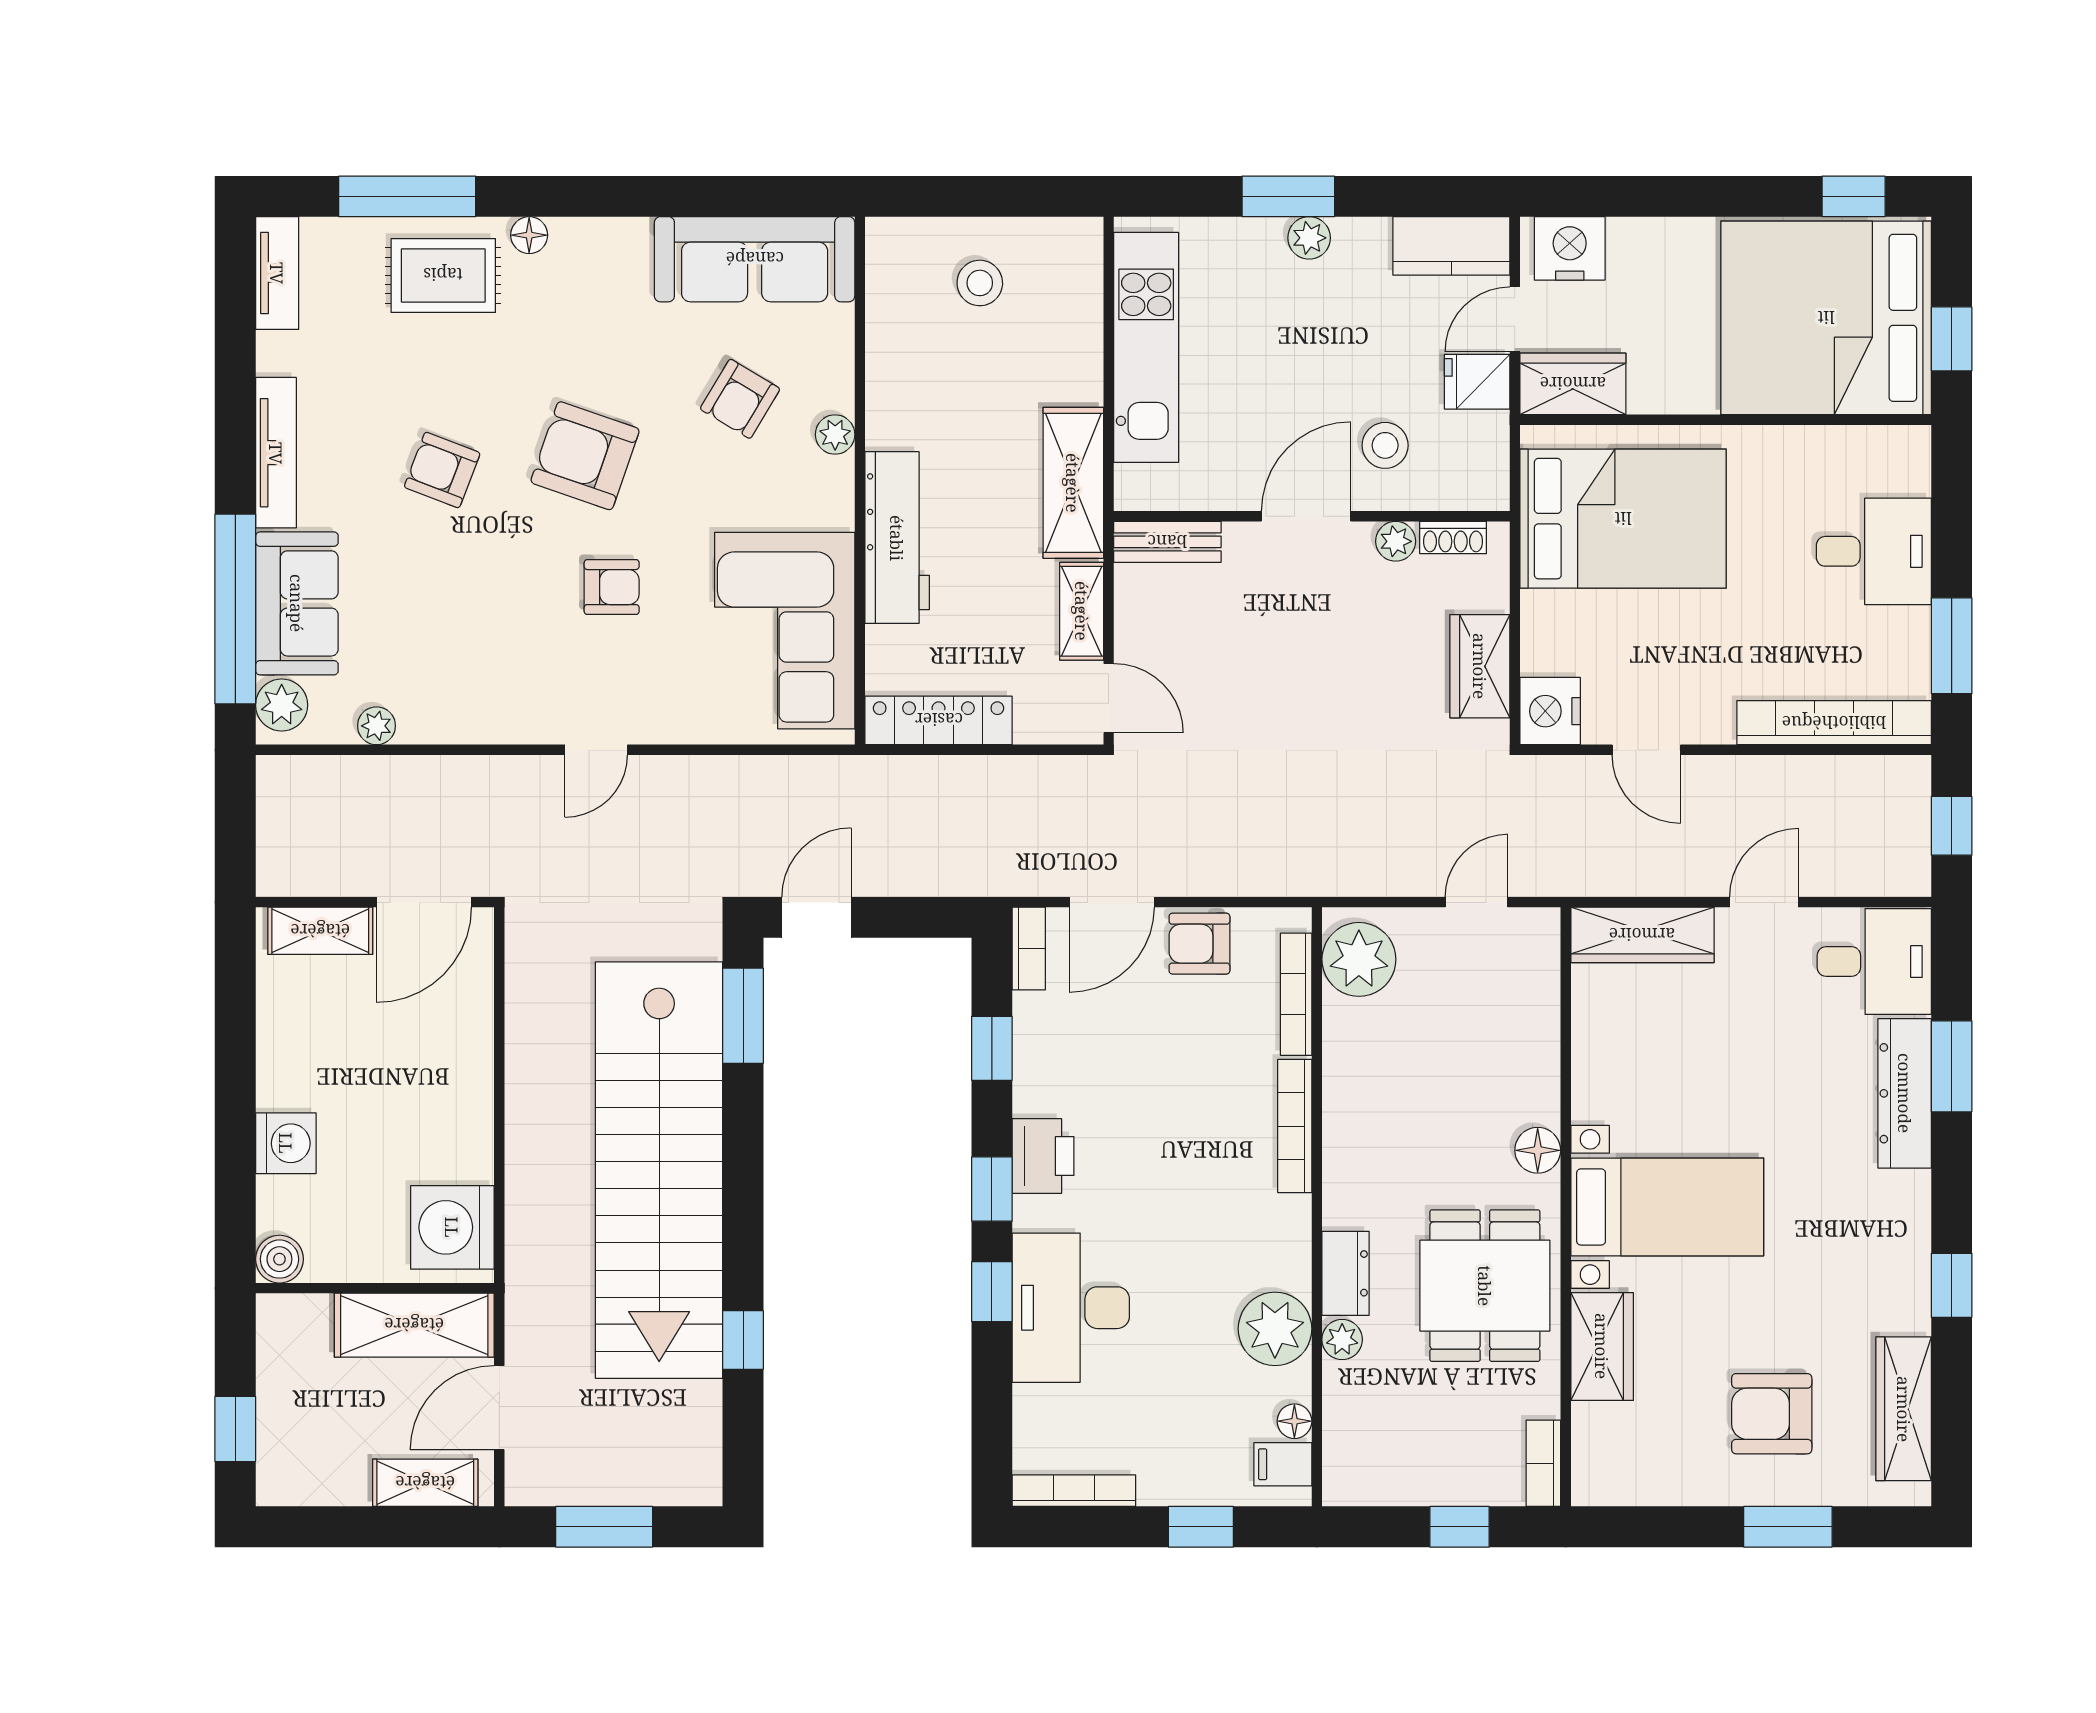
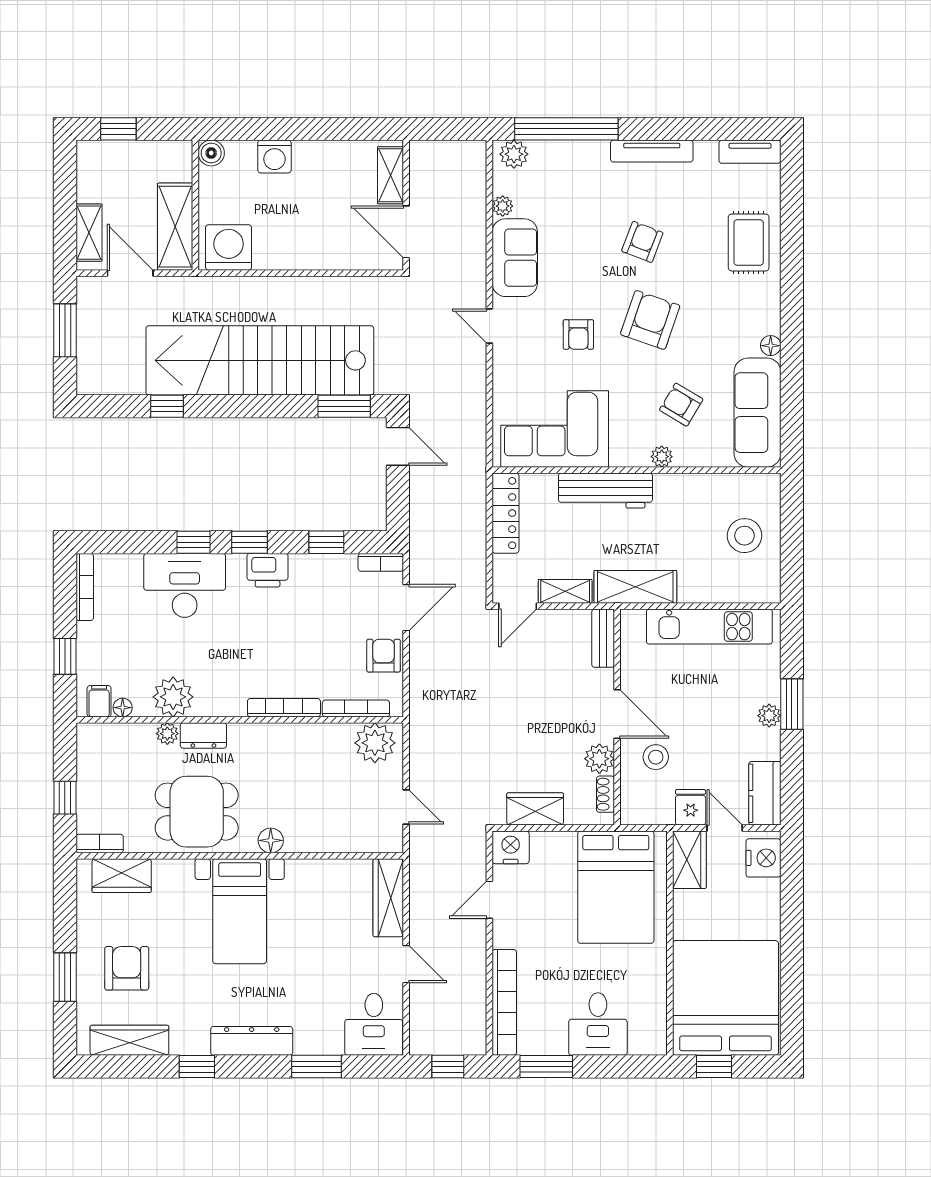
window: (407, 196) -> (792, 223), removed
window: (1854, 196) -> (792, 1013), removed
floor lamp: (529, 235) -> (771, 346), moved
stool: (980, 283) -> (745, 536), width x1.38, depth x1.38
plant: (1396, 541) -> (599, 759), width x1.38, depth x1.38
sofa: (297, 603) -> (515, 258), moved, turned -90
door: (1112, 902) -> (406, 608), swing flipped
dresser: (1905, 1093) -> (252, 1041), moved
wardrobe: (1602, 1346) -> (122, 876), moved

